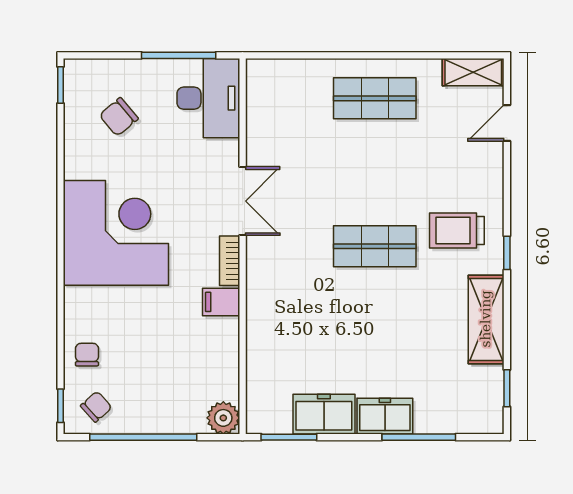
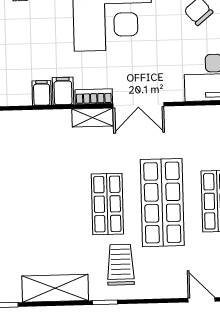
shop shelf: (375, 172) -> (162, 203), added
shelving: (258, 263) -> (92, 118), added
filing cabinet: (223, 331) -> (42, 93), added

